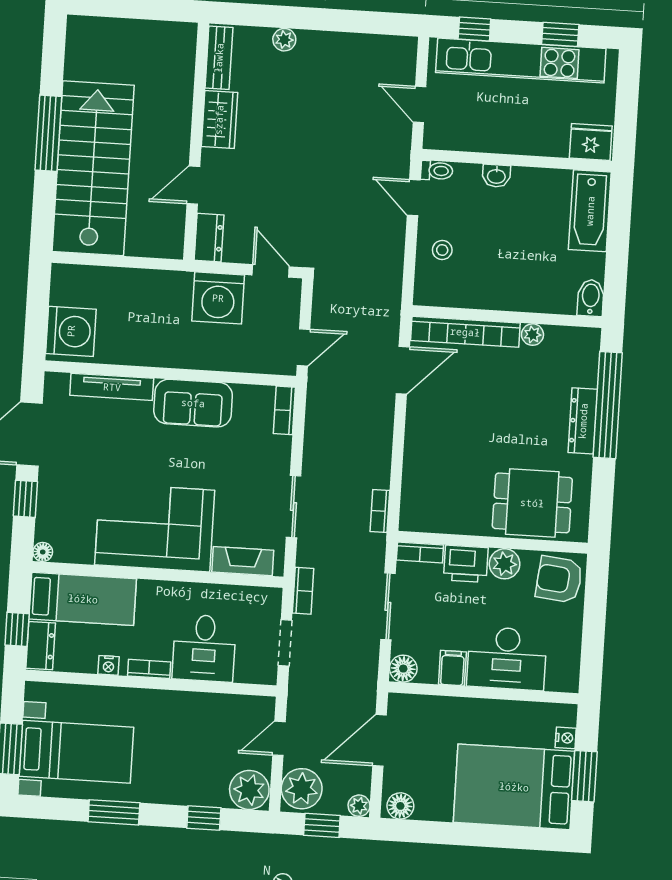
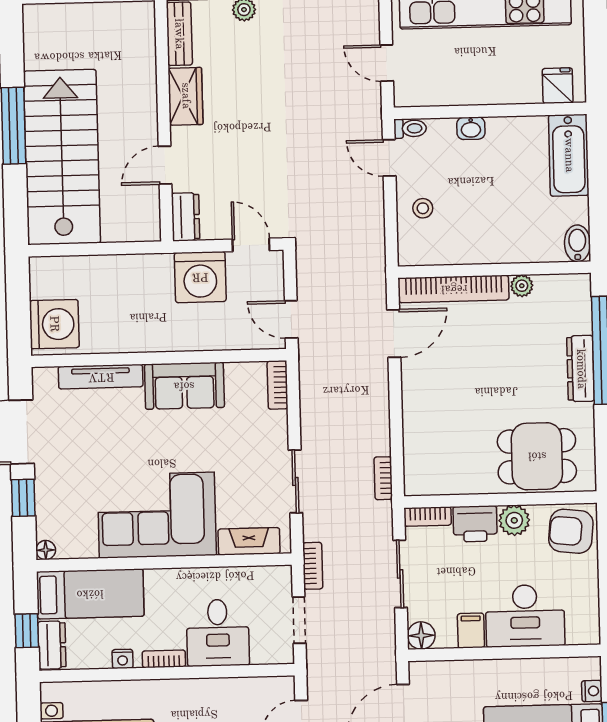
fridge: (591, 142) -> (558, 86), width x0.72
door: (304, 347) -> (291, 319), swing flipped

